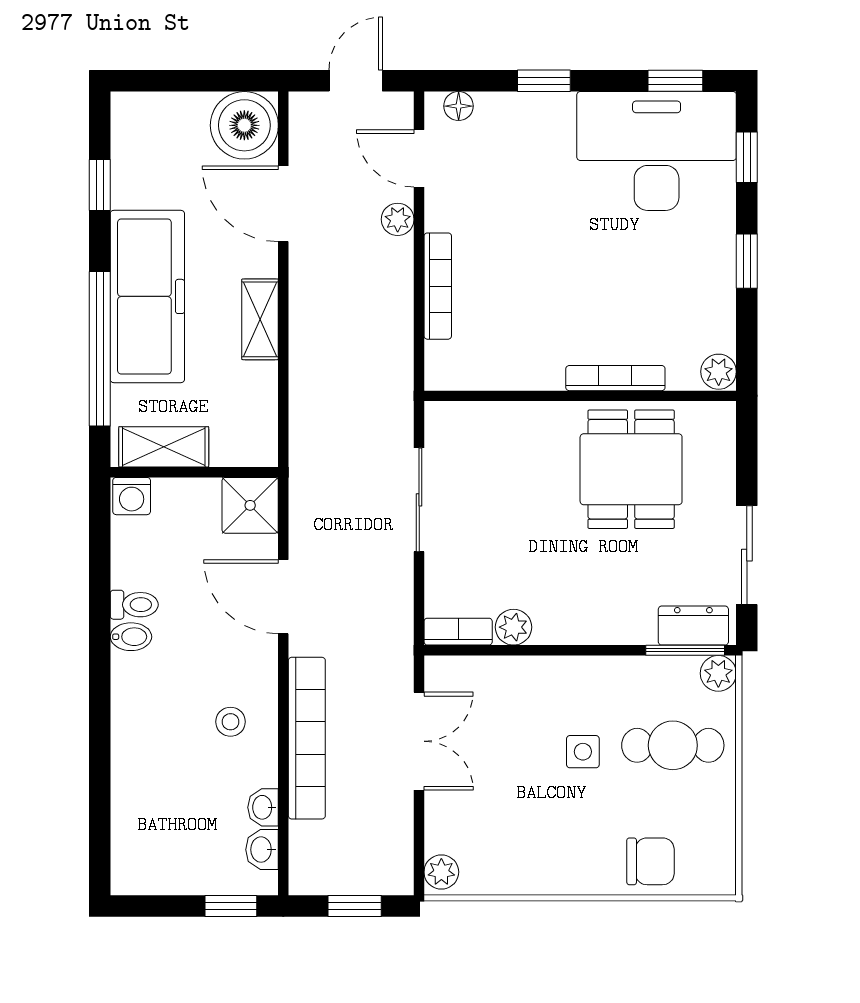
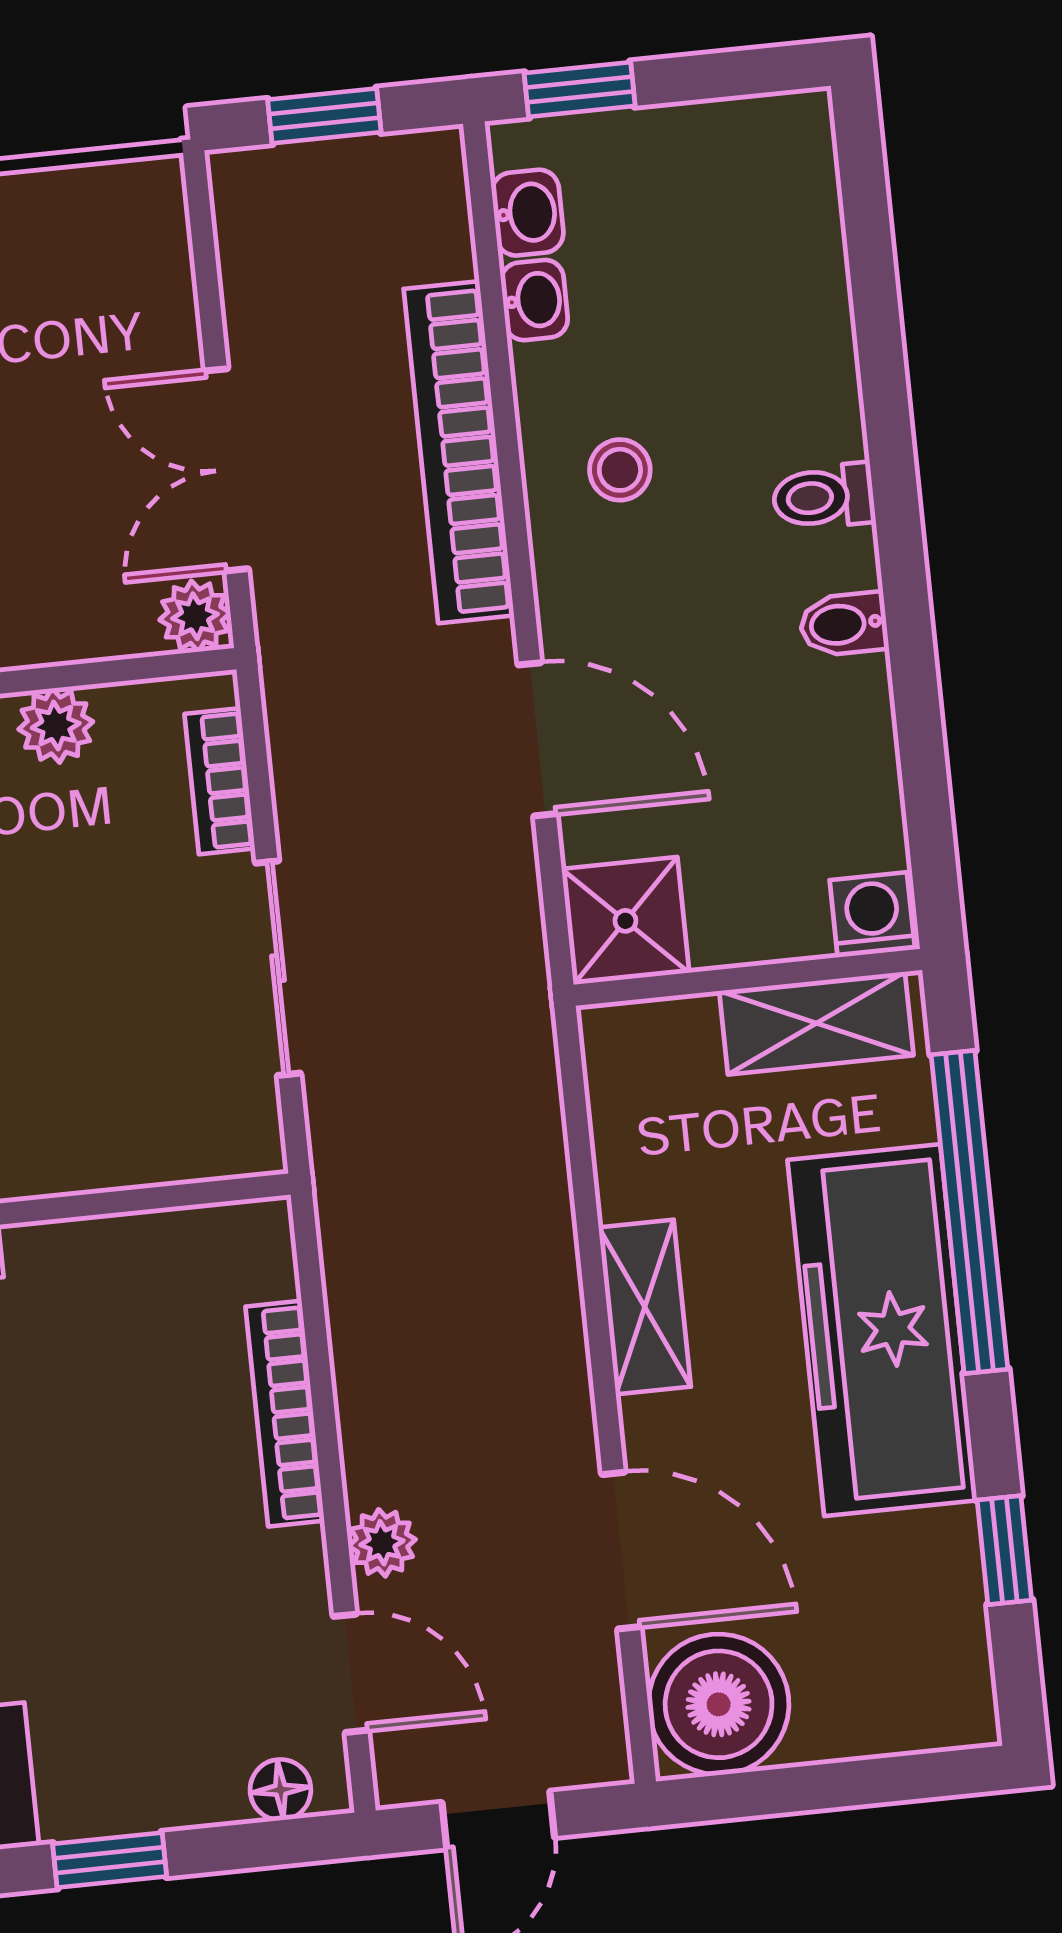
toilet: (134, 605) -> (824, 497), moved
bookcase: (458, 632) -> (220, 781), moved, turned 90
plant: (441, 872) -> (195, 616), moved

